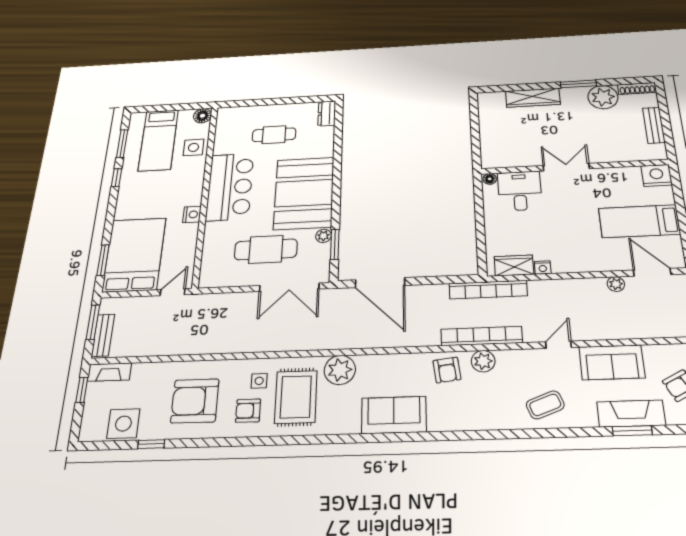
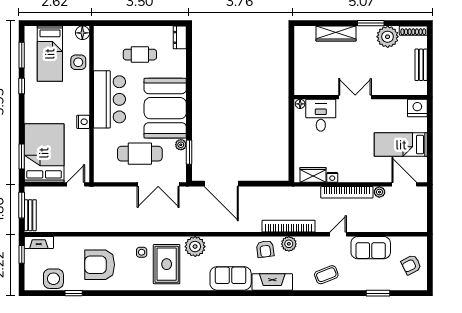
bookcase: (488, 290) -> (347, 192), moved
armchair: (248, 411) -> (136, 273), removed
fireplace: (631, 413) -> (272, 282), moved

